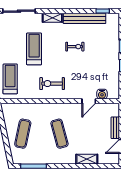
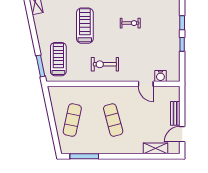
door: (89, 101) -> (146, 84), hinge flipped
shelving: (87, 159) -> (156, 148), moved

